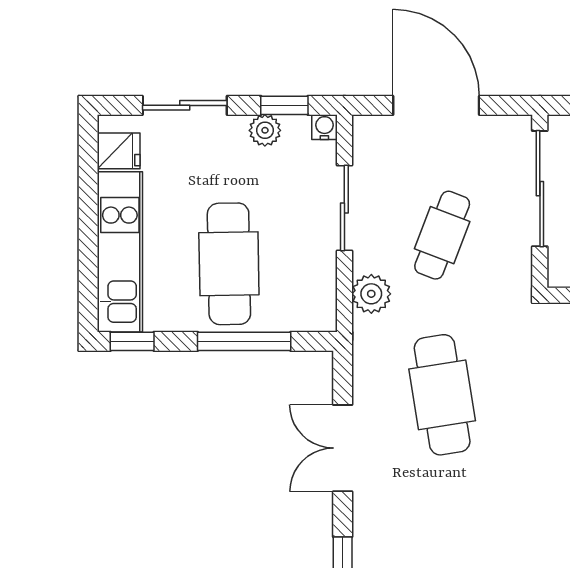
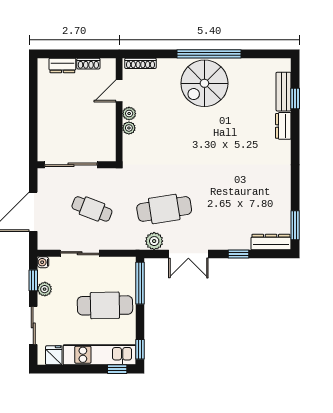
window: (88, 291) -> (117, 369), added
plant: (371, 294) -> (154, 241), moved
window: (244, 341) -> (140, 283), moved

